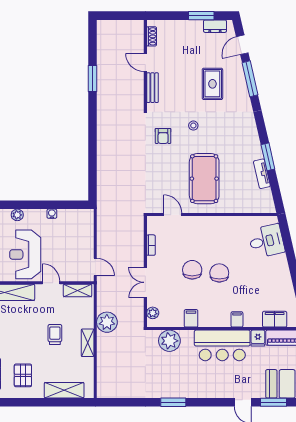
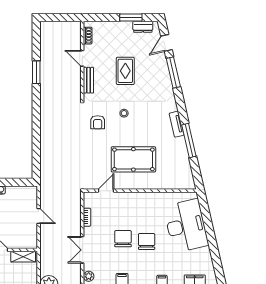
rug: (212, 84) -> (125, 71), moved
window: (268, 157) -> (189, 140), width x1.44
tv unit: (262, 174) -> (177, 124), moved
pool table: (204, 179) -> (133, 159), turned 90
door: (173, 215) -> (106, 191), hinge flipped
desk: (266, 241) -> (186, 226), width x1.87, depth x1.30
door: (95, 267) -> (39, 216), moved

